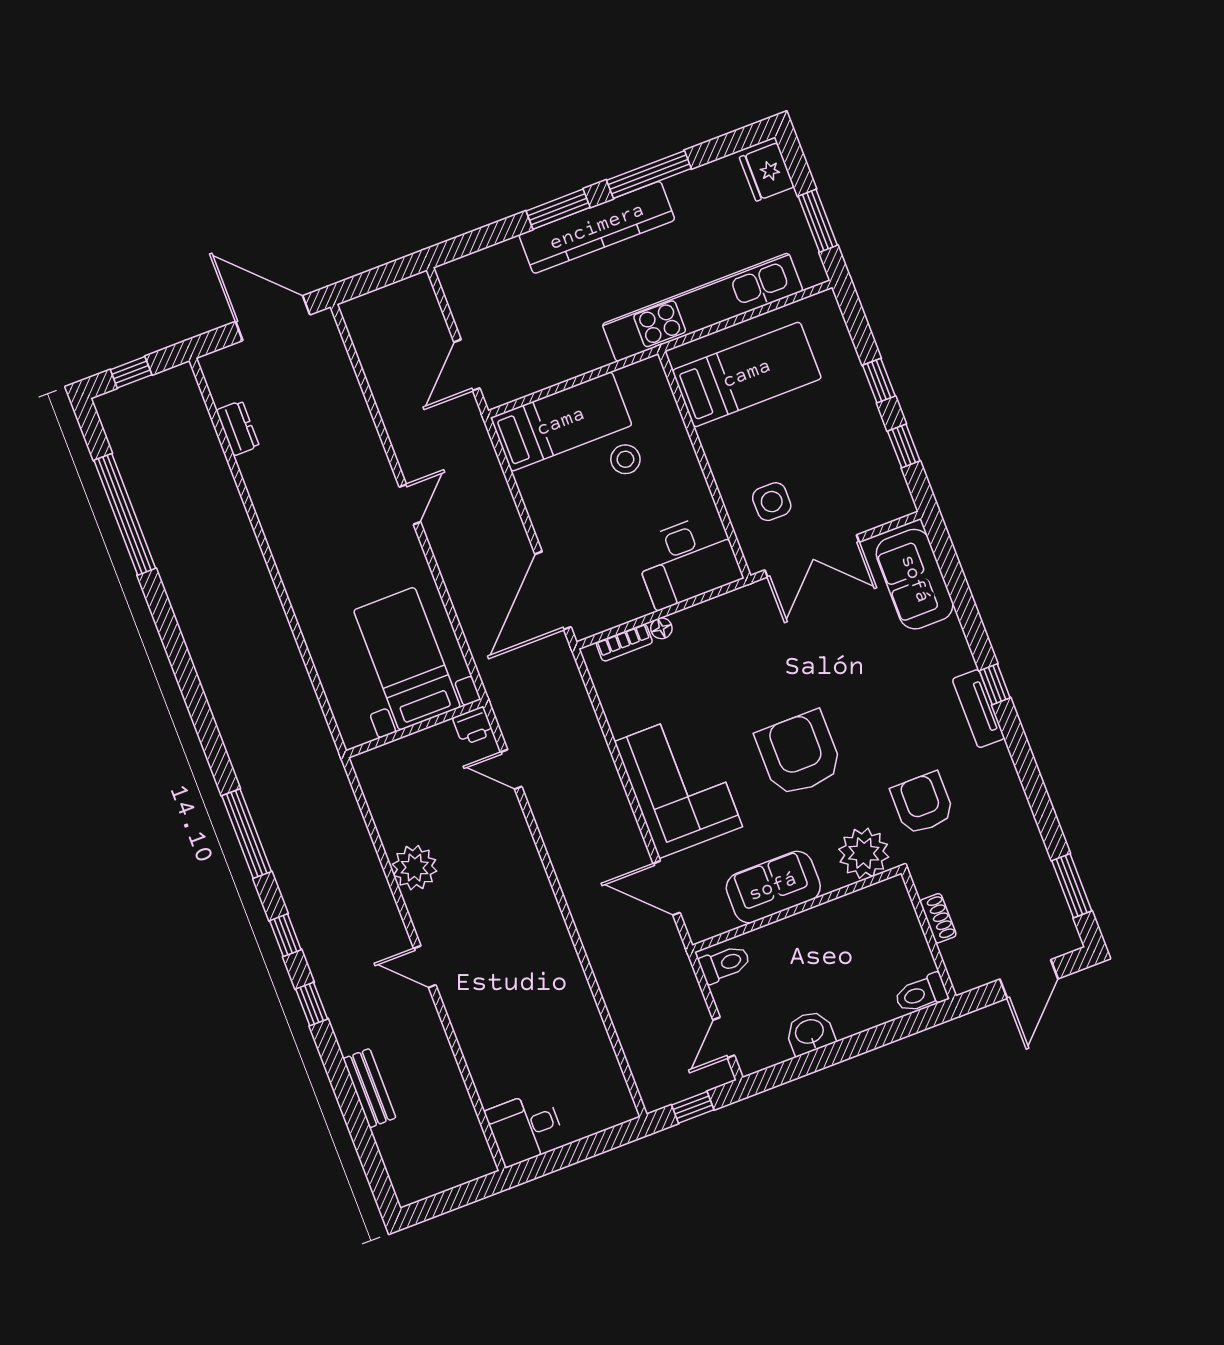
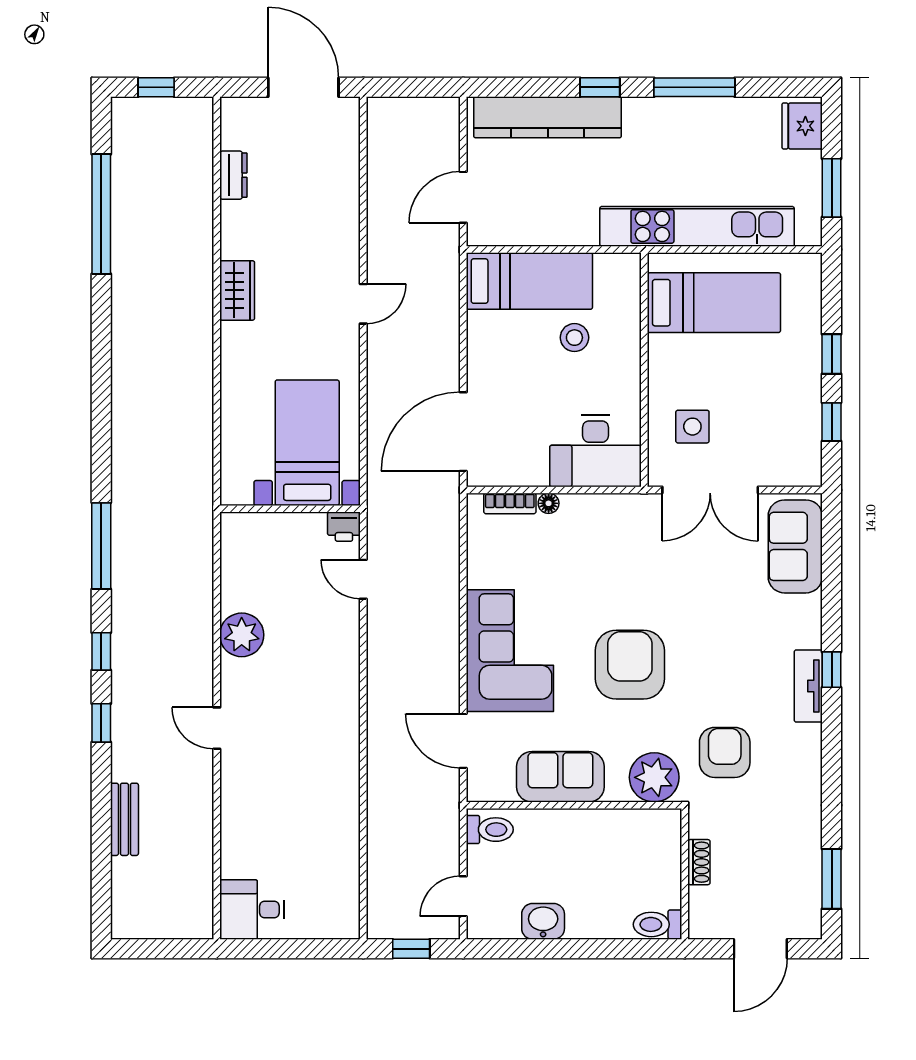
window: (558, 209) -> (600, 87), width x0.67
kitchen counter: (597, 227) -> (548, 117), moved
wardrobe: (284, 538) -> (237, 290), added

